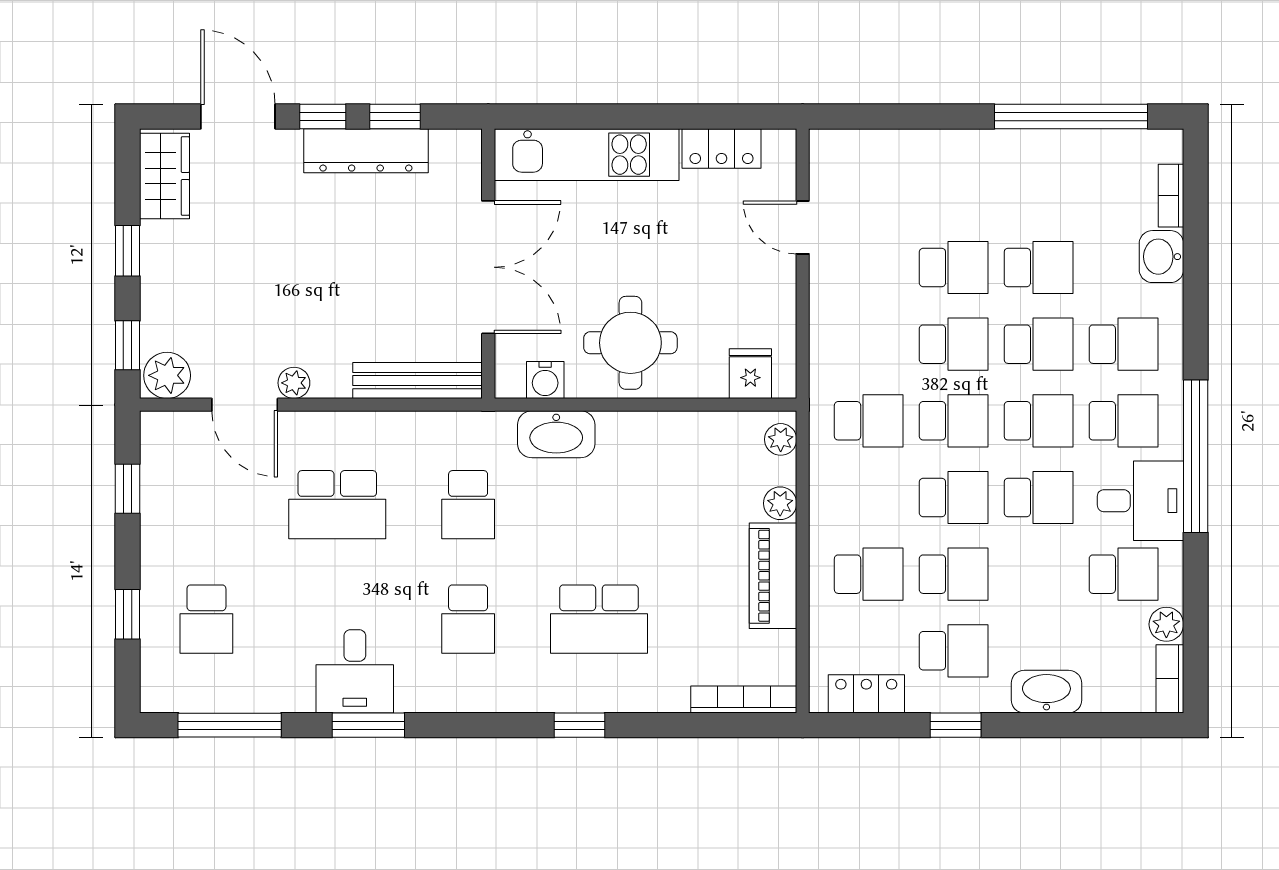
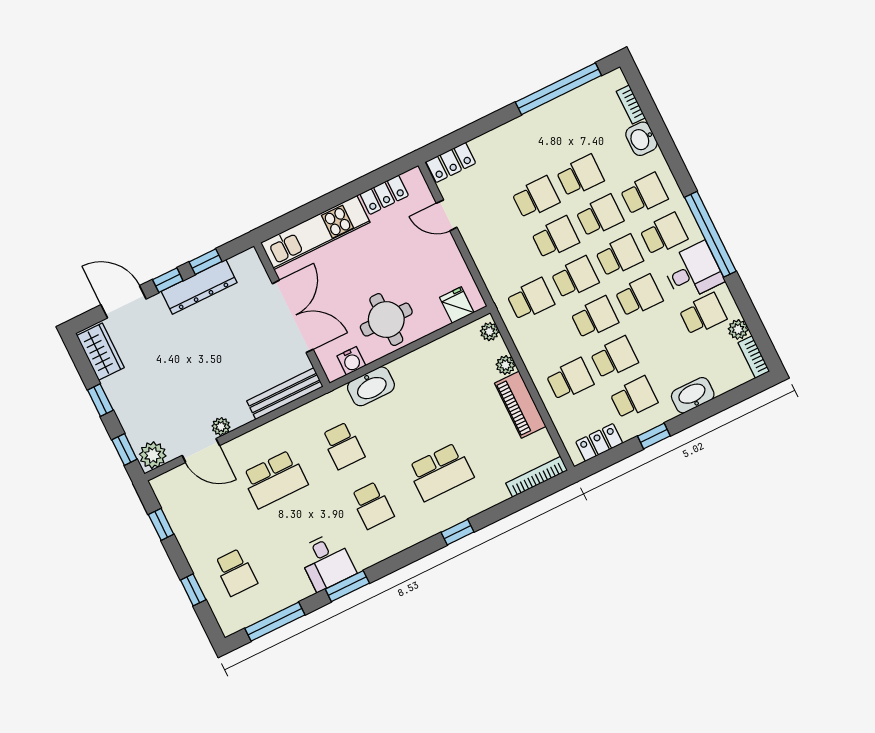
locker: (849, 149) -> (451, 162), added

